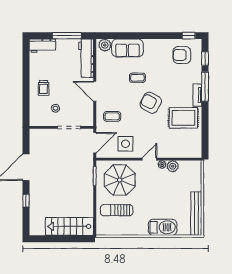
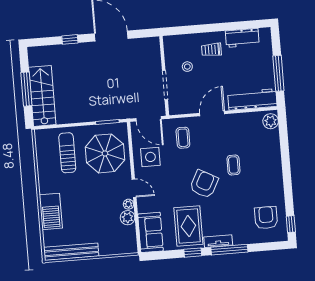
workbench: (42, 46) -> (242, 38), moved, turned -90
sofa: (127, 48) -> (150, 232), moved, turned 180
window: (205, 58) -> (193, 253), moved
window: (63, 239) -> (26, 89), added

